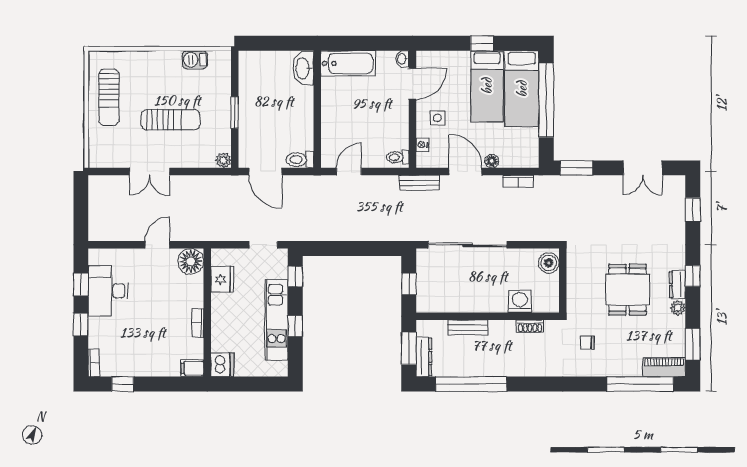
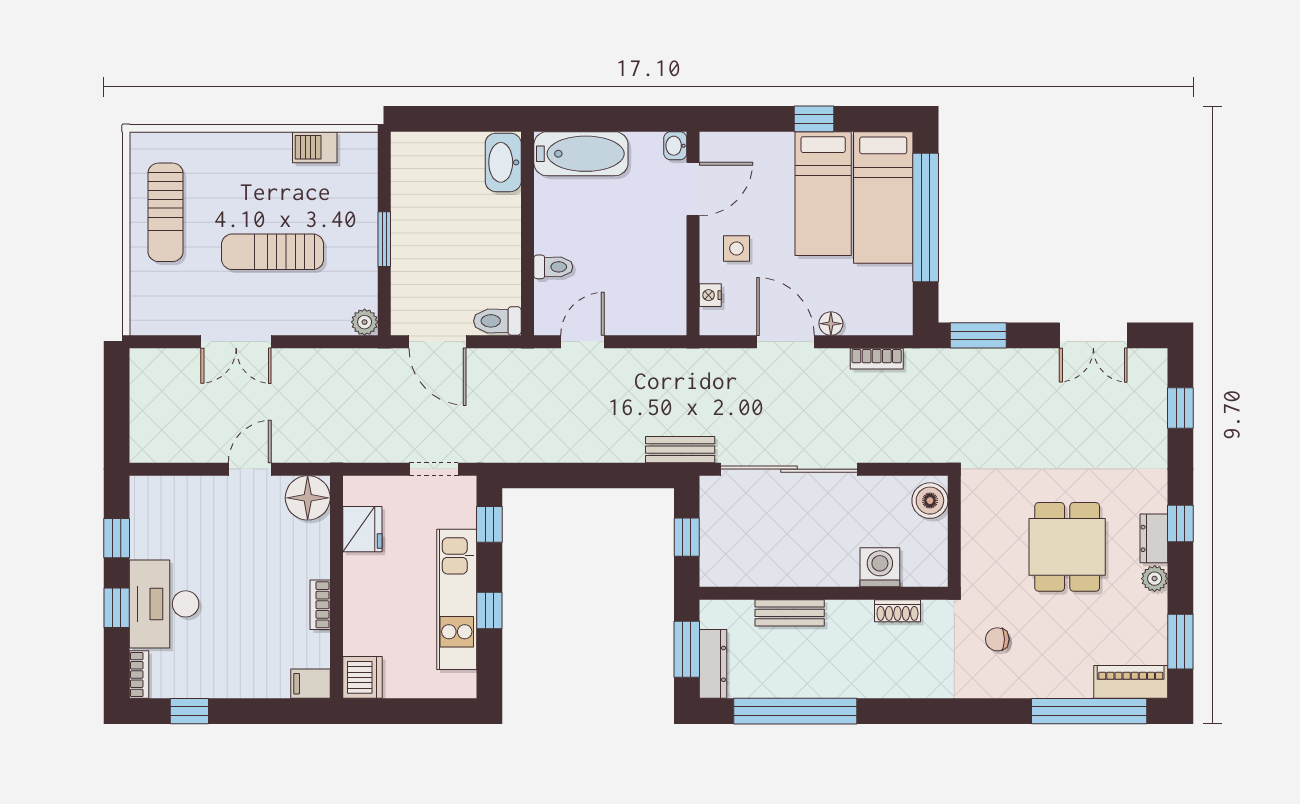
sun lounger: (170, 120) -> (273, 252), turned 180
toilet: (398, 157) -> (553, 267), moved, turned 180
bench: (419, 183) -> (680, 450), moved
desk: (108, 291) -> (164, 604), moved

